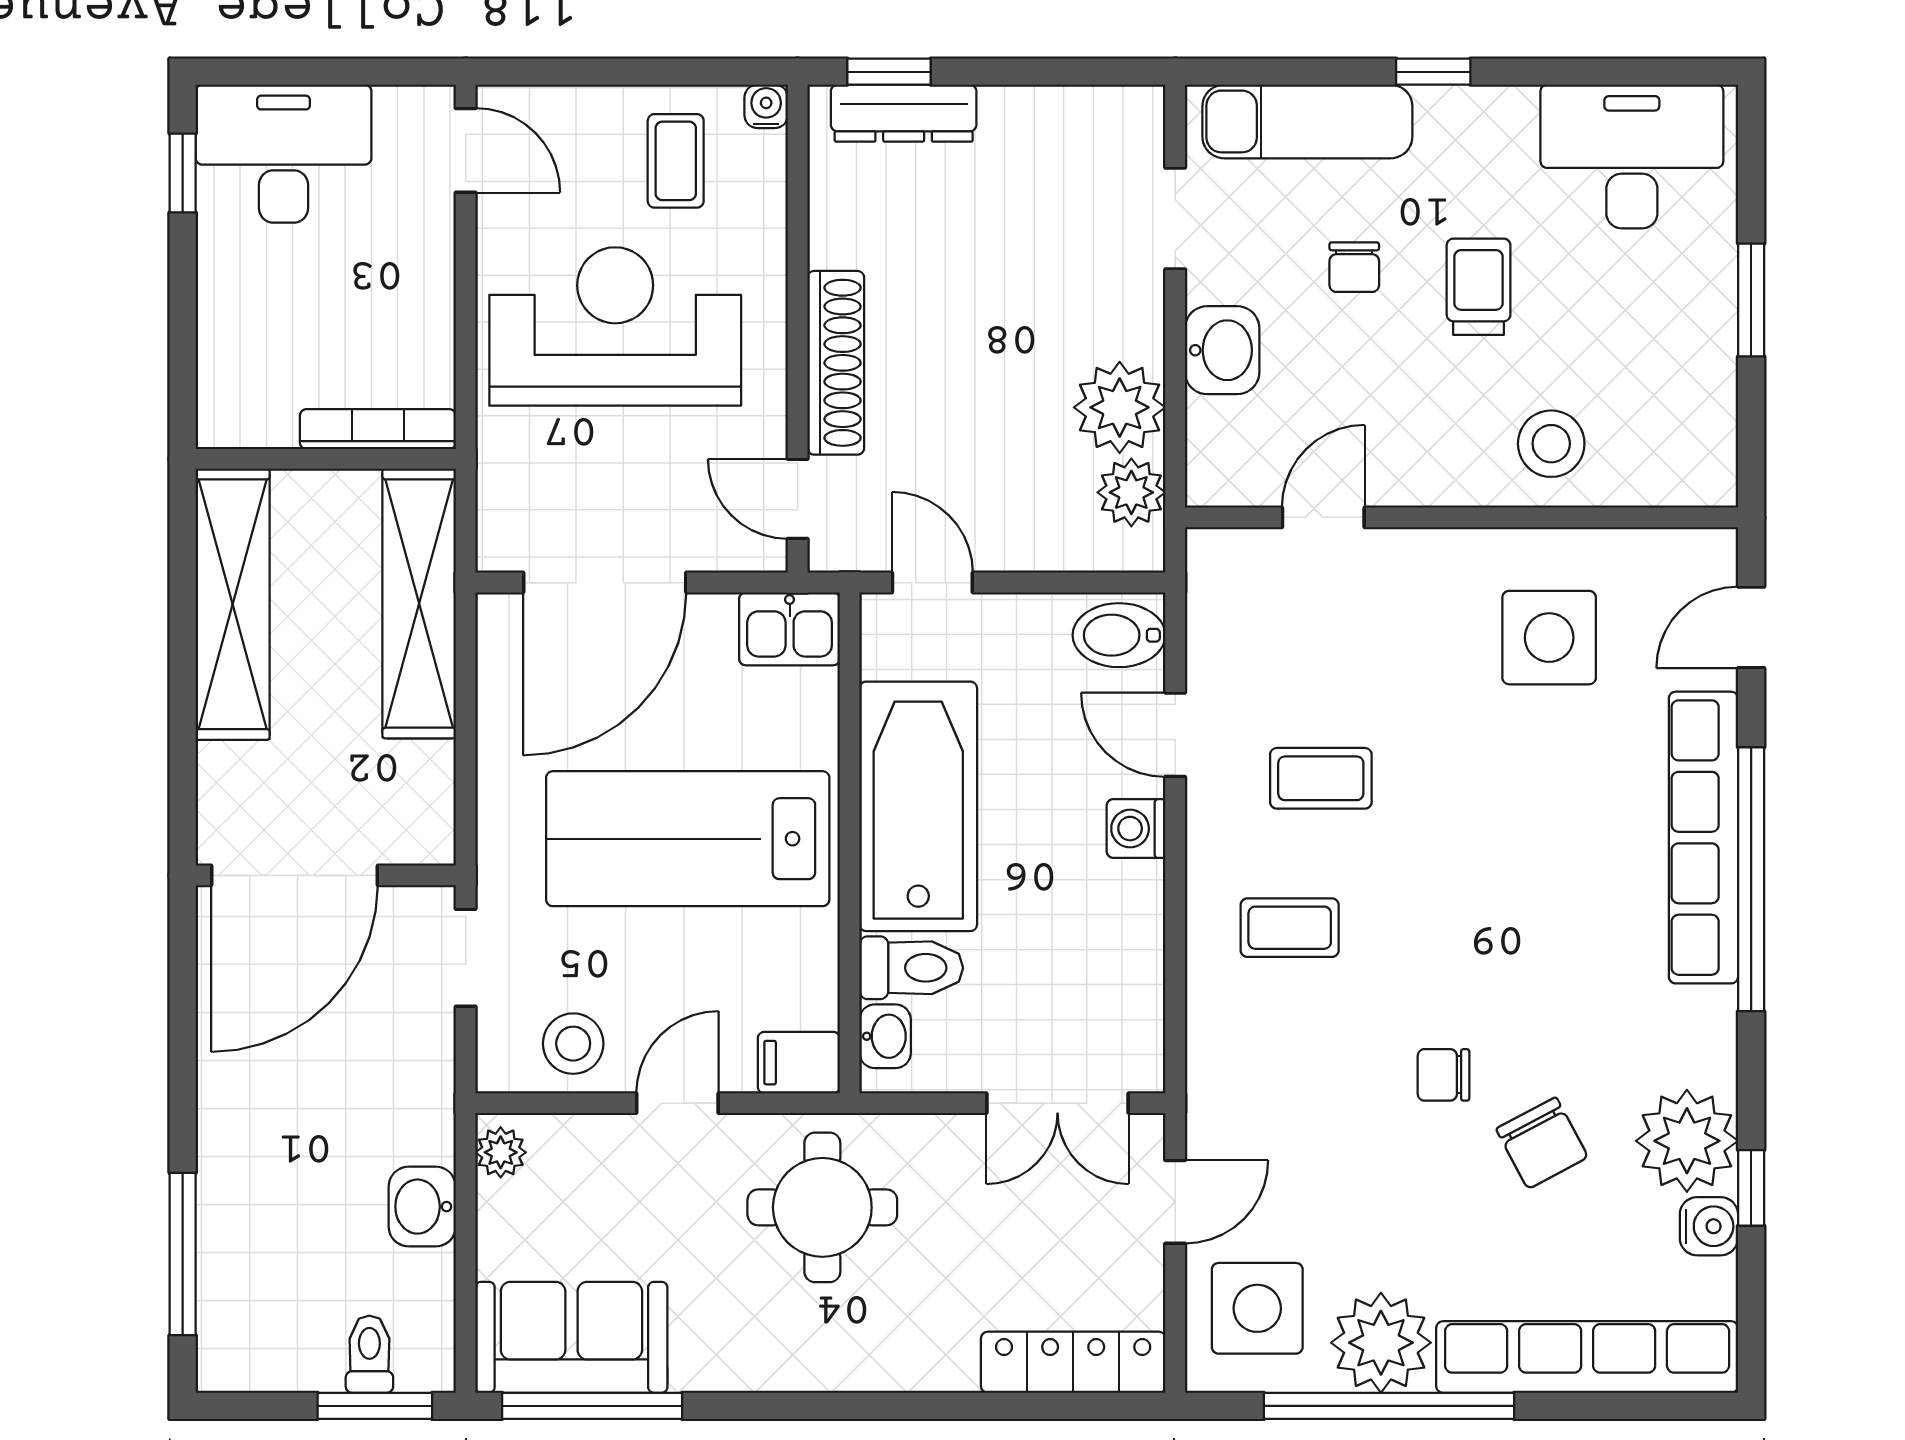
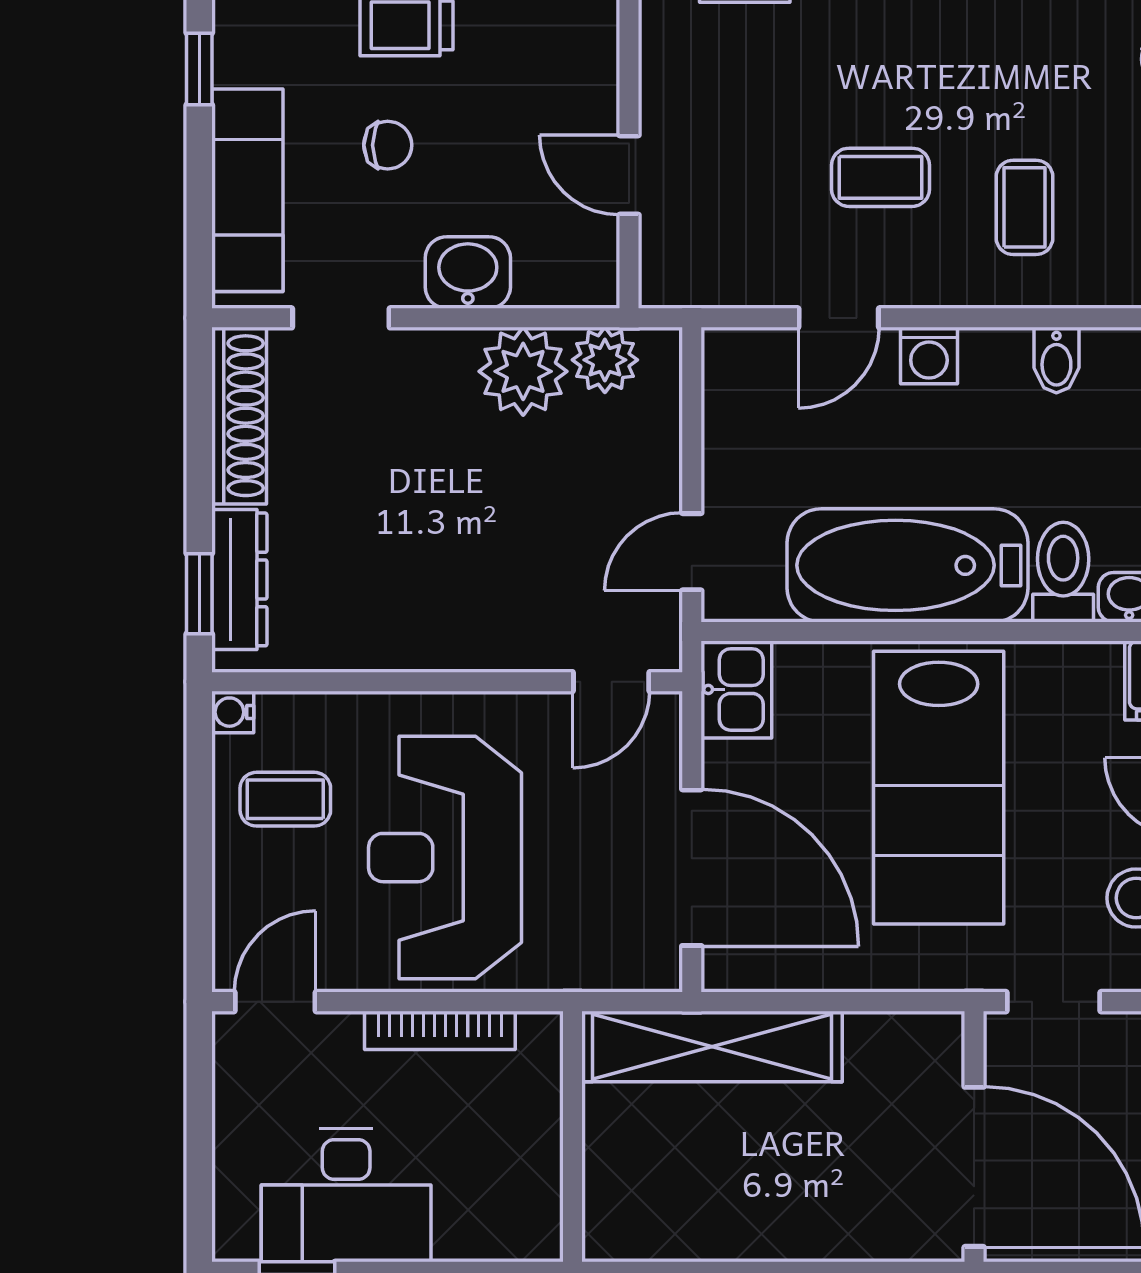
desk: (283, 154) -> (346, 1195), moved, turned -90
shoe rack: (836, 363) -> (239, 416), moved, turned 90
bookcase: (378, 429) -> (440, 1030), moved, turned -90
shelving: (233, 604) -> (713, 1226), removed
bidet: (1119, 635) -> (1056, 360), moved, width x0.72, depth x0.74
coffee table: (1321, 778) -> (880, 177), turned 90

